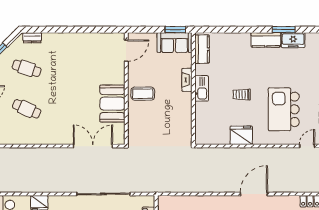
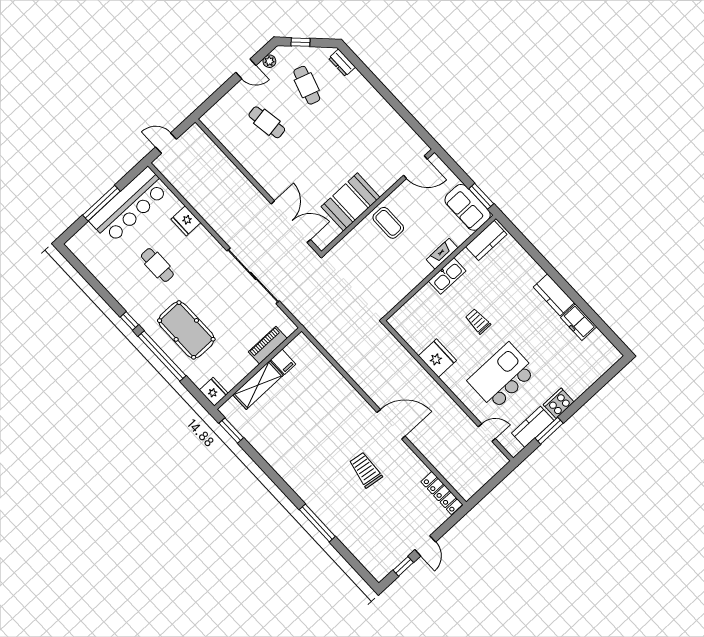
window: (284, 30) -> (580, 303), removed
cafe table: (27, 109) -> (267, 122), turned -33

